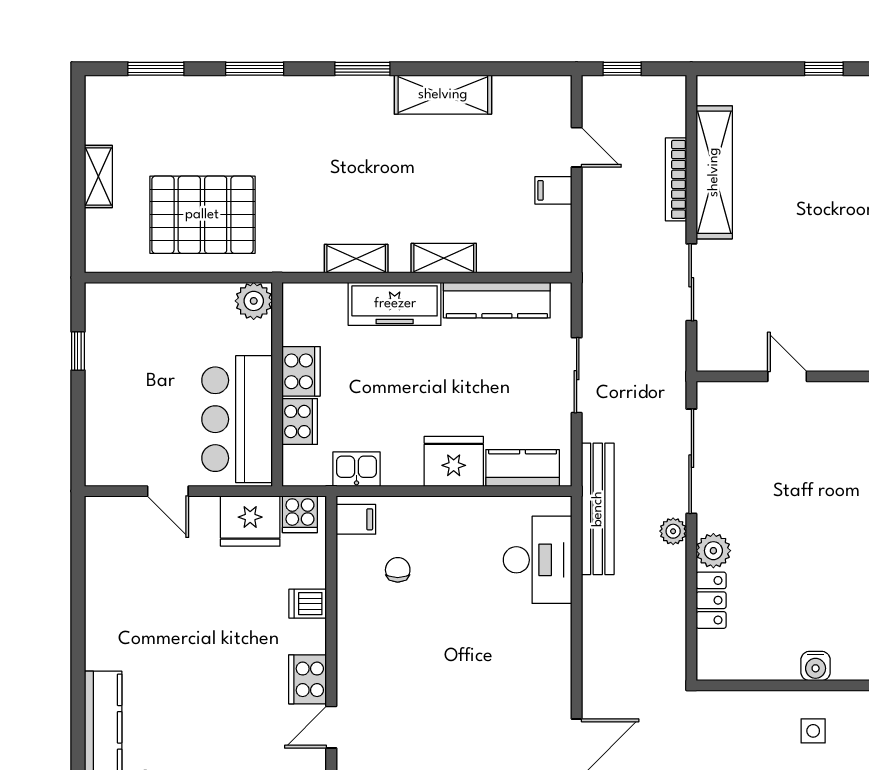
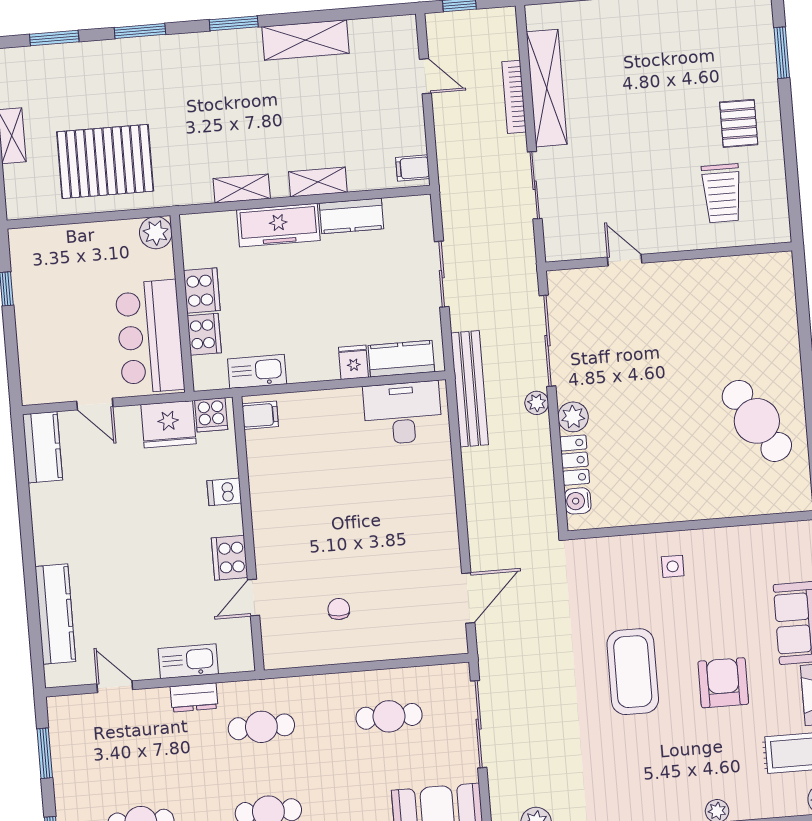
filing cabinet: (553, 190) -> (413, 168), moved
kitchen counter: (497, 300) -> (352, 216), width x0.67
fridge: (454, 461) -> (354, 362), width x0.53, depth x0.75
kitchen sink: (357, 469) -> (257, 372), width x1.38
kitchen counter: (104, 535) -> (42, 447), added
desk: (538, 560) -> (403, 413), moved, turned -90
chair: (398, 570) -> (339, 609), moved
water cooler: (816, 666) -> (578, 501), moved, turned 90

